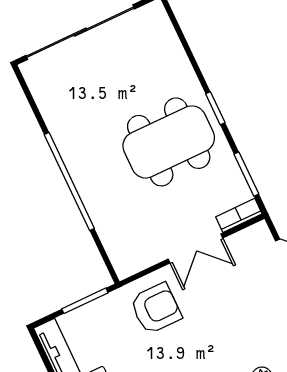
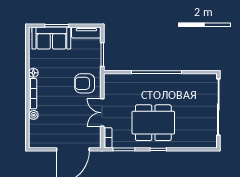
dining table: (169, 142) -> (153, 123), turned 90
armchair: (156, 308) -> (85, 83), turned 90

